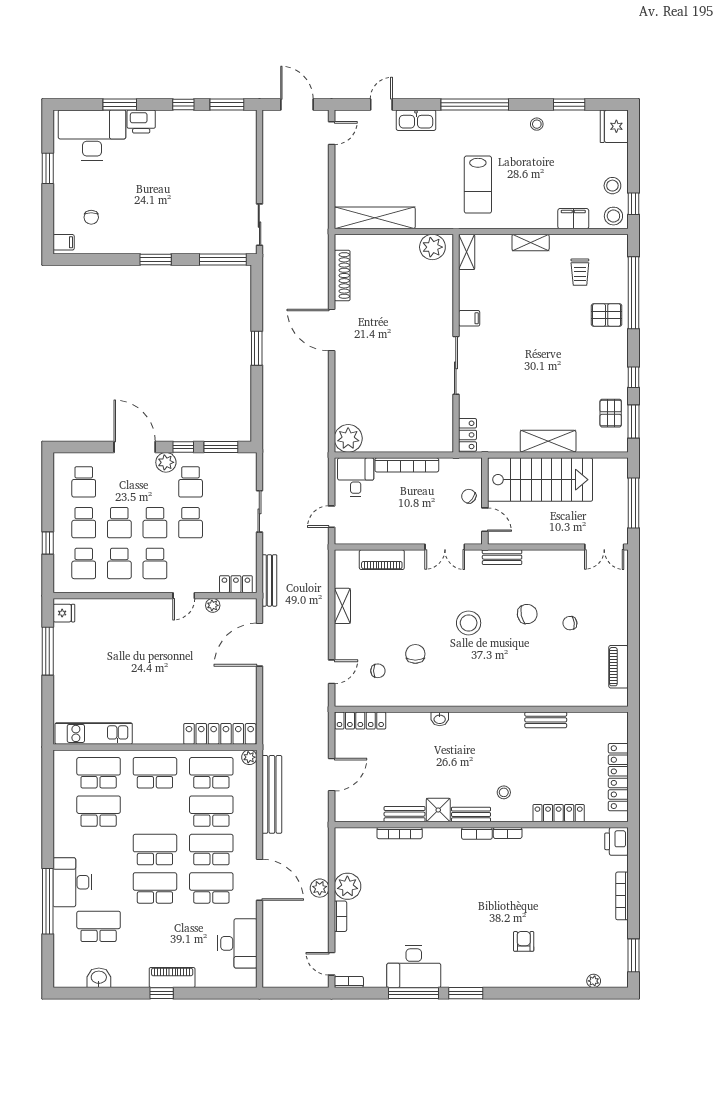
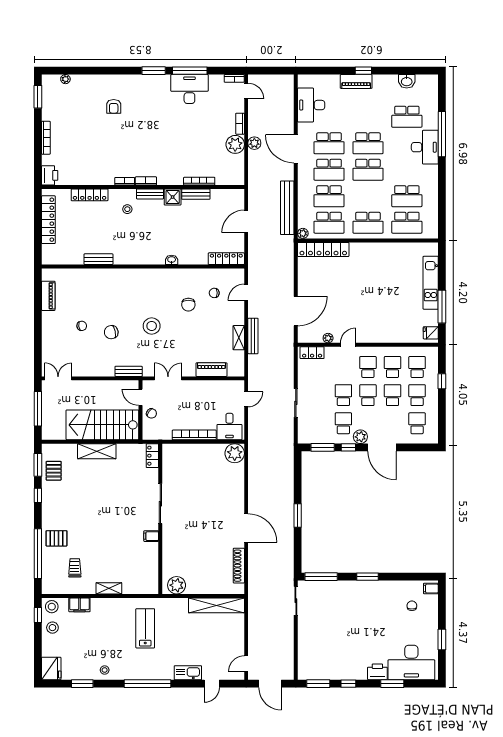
shelving: (467, 252) -> (153, 582), removed
bench: (269, 580) -> (253, 336), moved
kitchen unit: (94, 733) -> (431, 283), moved, turned 90

